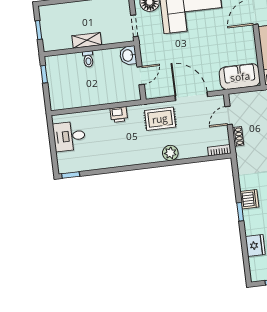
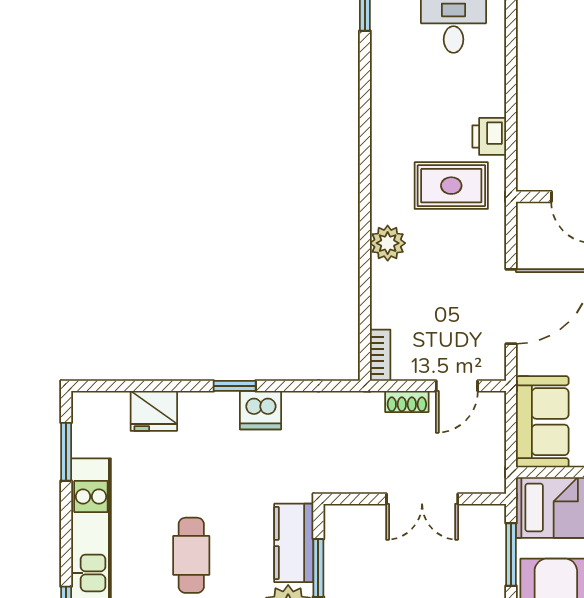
door: (229, 115) -> (457, 386), swing flipped
rug: (160, 119) -> (451, 186), moved, turned 90

